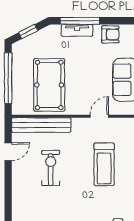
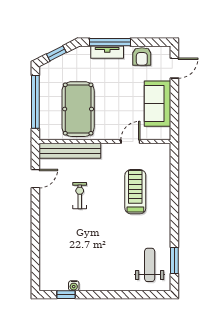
armchair: (110, 34) -> (142, 56), turned 90
treadmill: (104, 164) -> (135, 192), turned 180
exercise bike: (51, 168) -> (80, 196), width x0.73, depth x0.72

